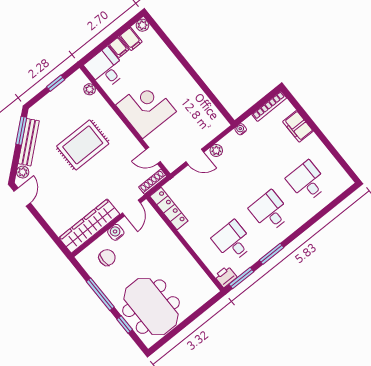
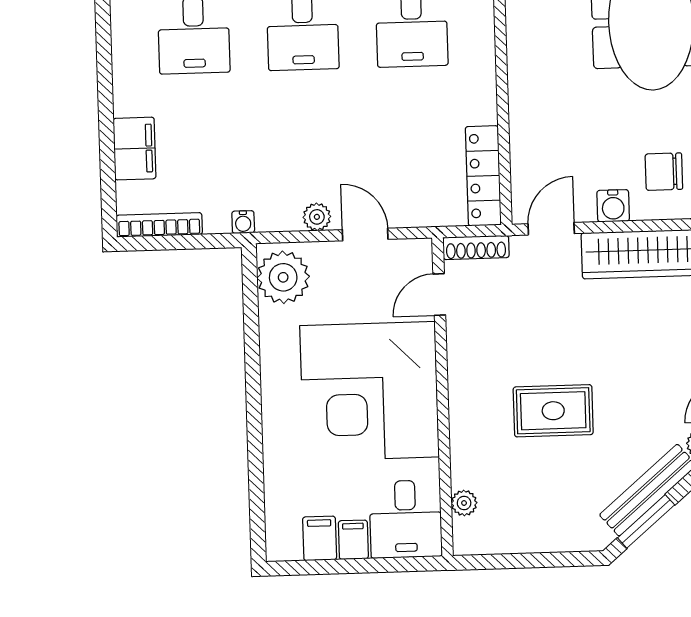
plant: (142, 25) -> (283, 277), moved, width x1.87, depth x1.87
window: (56, 83) -> (518, 561), removed
corner desk: (146, 108) -> (369, 391), width x1.36, depth x1.36
rug: (83, 145) -> (553, 411), width x0.73, depth x0.70
door: (153, 156) -> (439, 294), swing flipped

